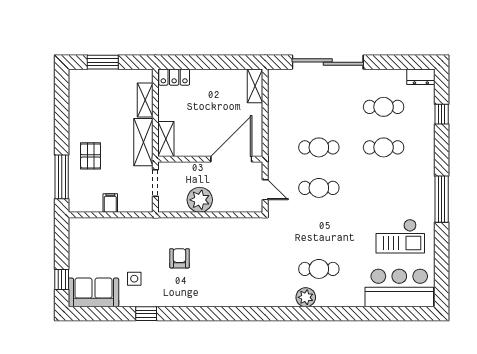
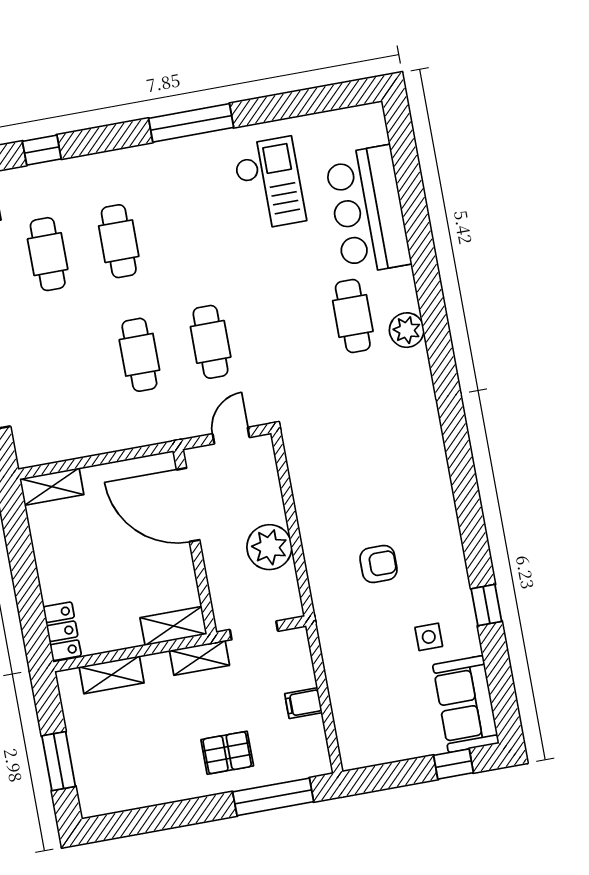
shelving: (143, 142) -> (200, 658), width x0.67, depth x0.75
armchair: (180, 258) -> (379, 564), turned 180
bar counter: (399, 288) -> (368, 210), moved

